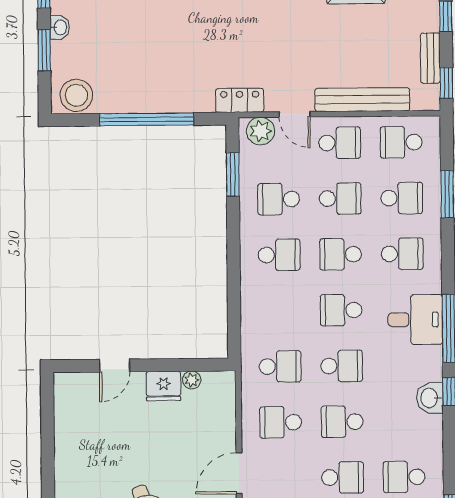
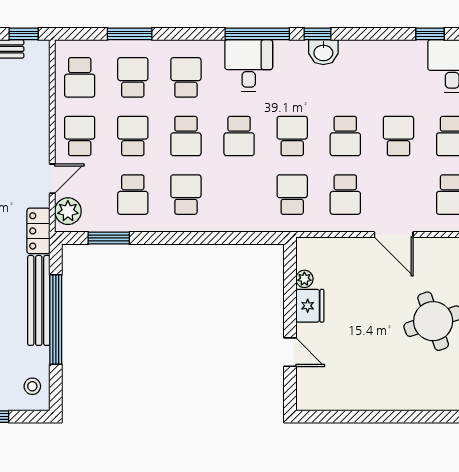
stool: (76, 95) -> (32, 386), width x0.53, depth x0.53
bench: (362, 100) -> (39, 300), moved
school desk: (404, 477) -> (398, 77), removed

